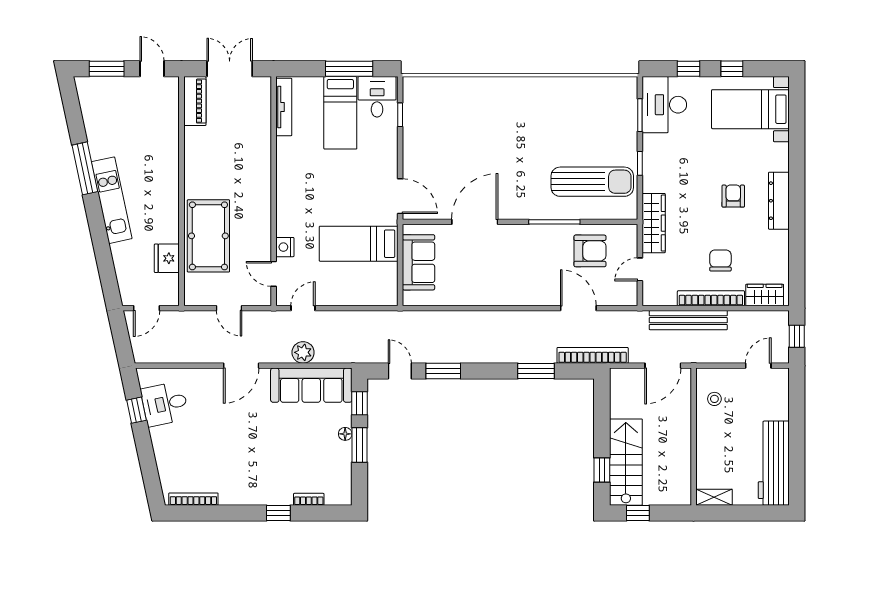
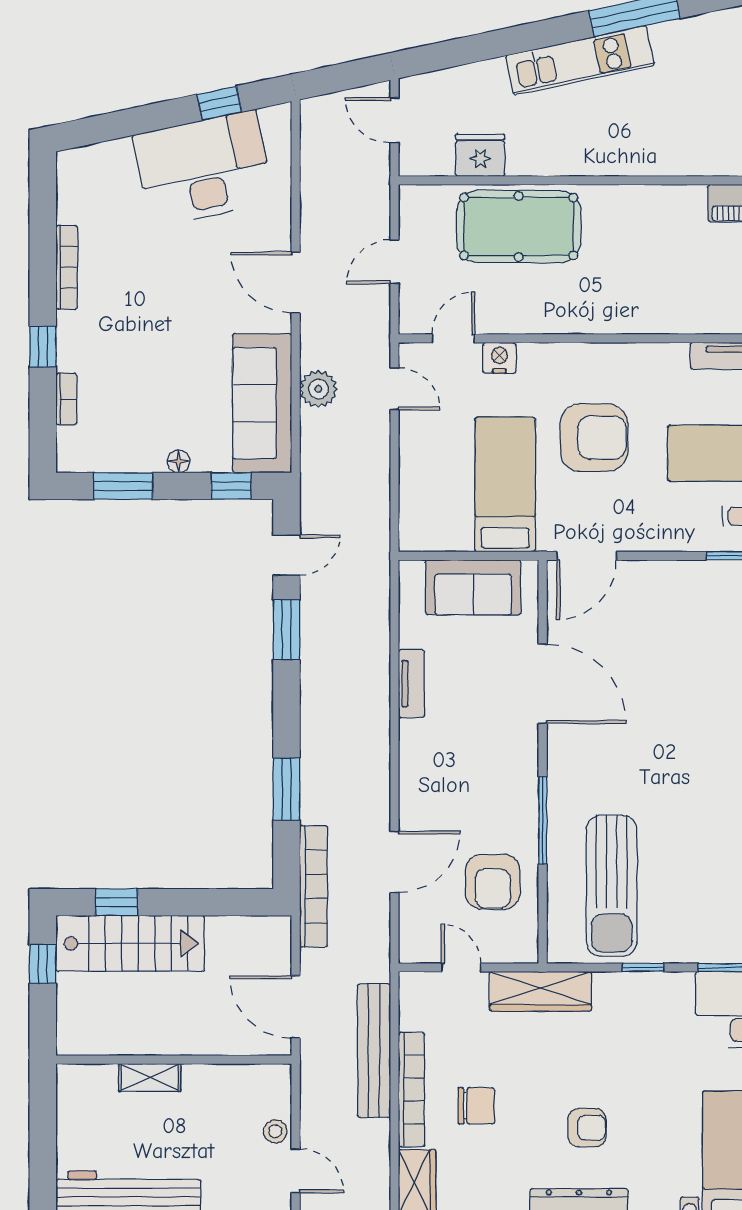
armchair: (331, 192) -> (594, 438), added
tv unit: (475, 298) -> (411, 684), added
stool: (714, 399) -> (275, 1131), moved
desk: (165, 404) -> (203, 169), width x1.87, depth x1.30
window: (359, 445) -> (123, 486), moved
shelving: (714, 497) -> (150, 1078), moved, turned 90
bookcase: (193, 499) -> (67, 267), moved

